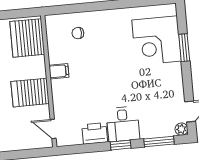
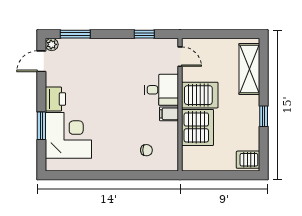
server rack: (27, 38) -> (198, 127), moved
desk: (123, 124) -> (162, 90), moved, turned 90
printer: (95, 133) -> (55, 99), moved, turned -90
window: (121, 145) -> (144, 34), moved

